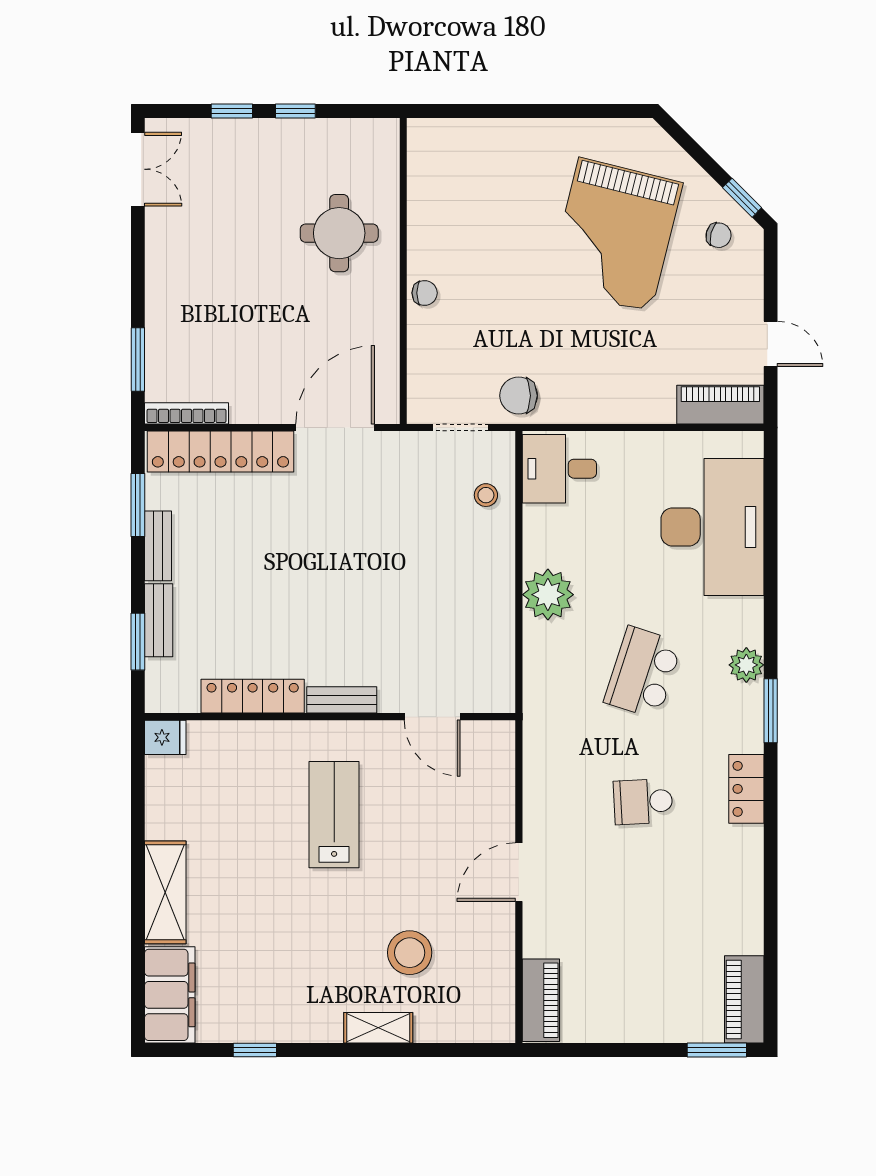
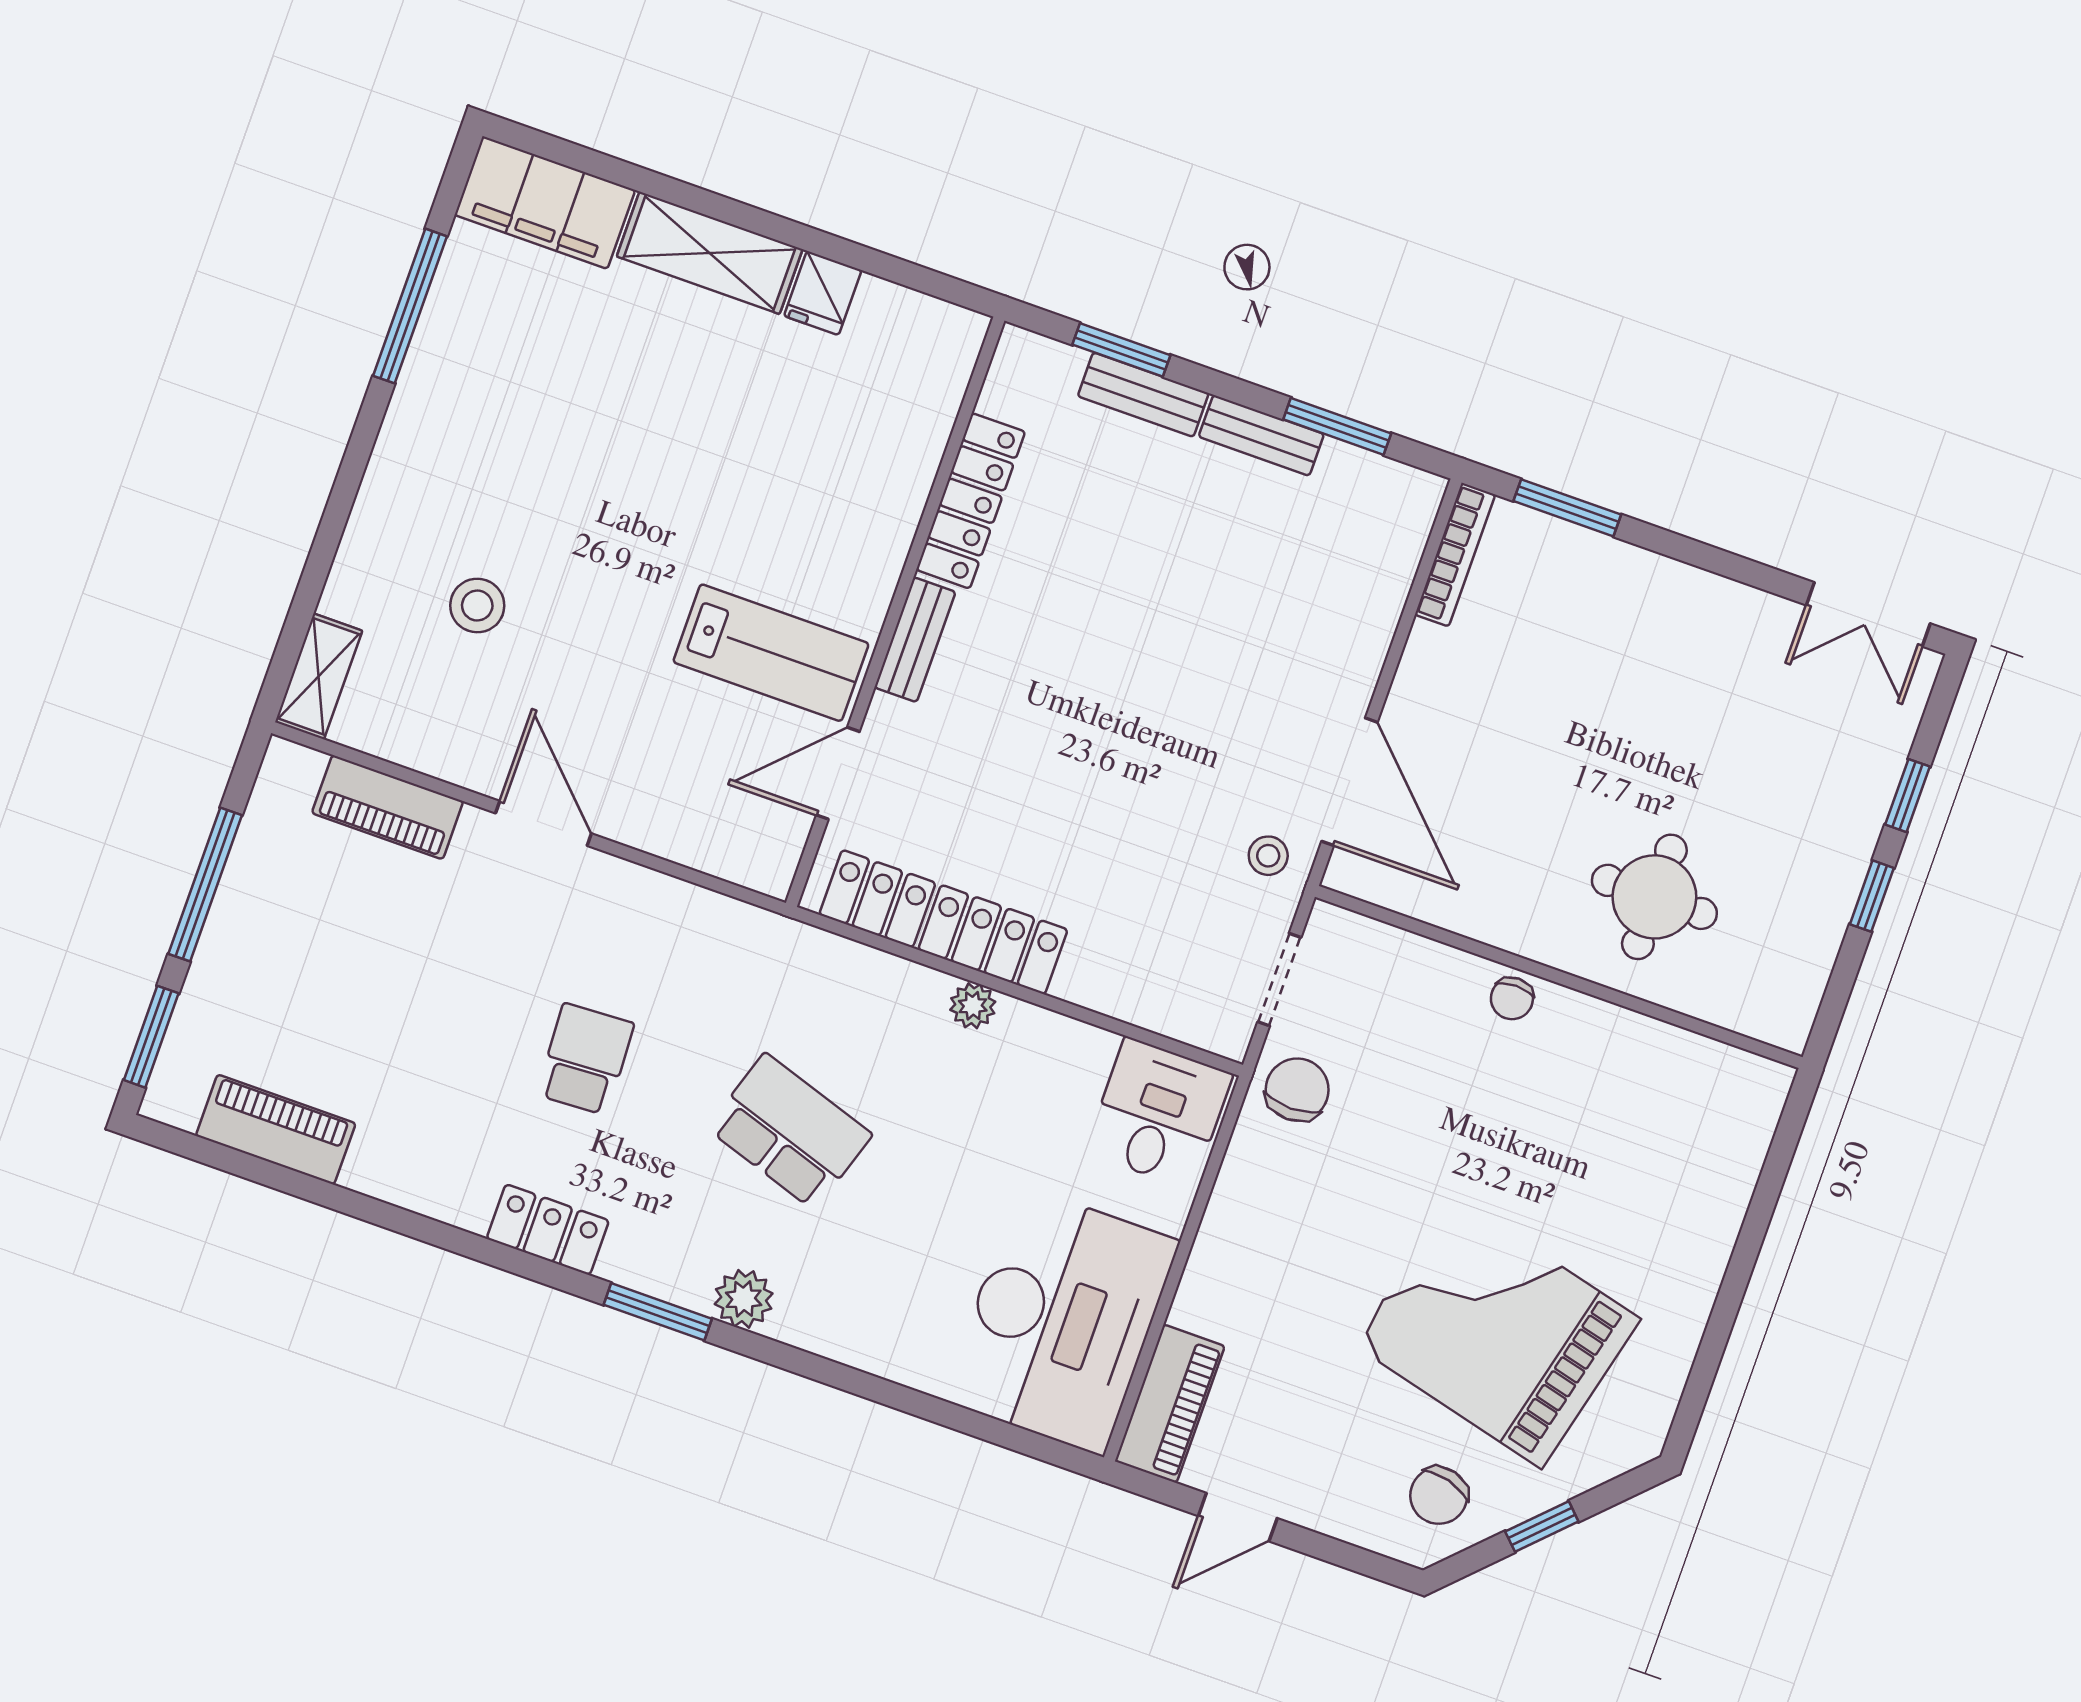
window: (742, 198) -> (1542, 1527), moved
chair: (719, 235) -> (1439, 1496), width x1.37, depth x1.37
locker: (220, 452) -> (943, 922), moved, turned 90
stool: (486, 495) -> (1268, 856), moved
desk: (712, 527) -> (1061, 1320), moved, turned -90
plant: (548, 595) -> (973, 1006), width x0.53, depth x0.53
fridge: (165, 737) -> (823, 293), moved
lab bench: (334, 815) -> (771, 653), moved
stool: (410, 953) -> (477, 606), width x0.73, depth x0.73
piano: (744, 999) -> (276, 1130), moved
piano: (541, 1000) -> (388, 807), moved
shelving: (378, 1028) -> (319, 676), moved
window: (255, 1050) -> (410, 306), width x2.17
window: (621, 1050) -> (205, 885), added

